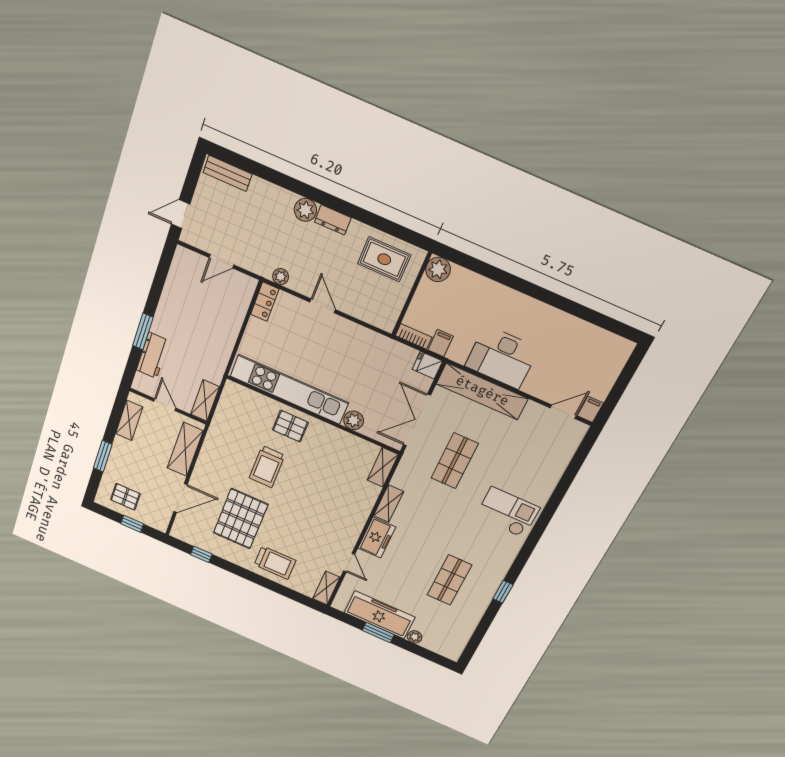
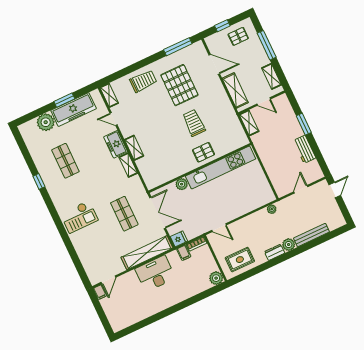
bench: (228, 173) -> (311, 235), moved, width x1.36
locker: (265, 302) -> (268, 192), removed
door: (323, 306) -> (219, 228), moved
workbench: (153, 355) -> (305, 149), moved
window: (103, 456) -> (267, 45), width x1.44
shelving: (383, 467) -> (134, 148), moved
door: (180, 498) -> (214, 64), swing flipped
window: (201, 554) -> (178, 47), width x2.17
trolley: (275, 563) -> (143, 81), turned 180
plant: (415, 637) -> (46, 122), width x1.88, depth x1.88

